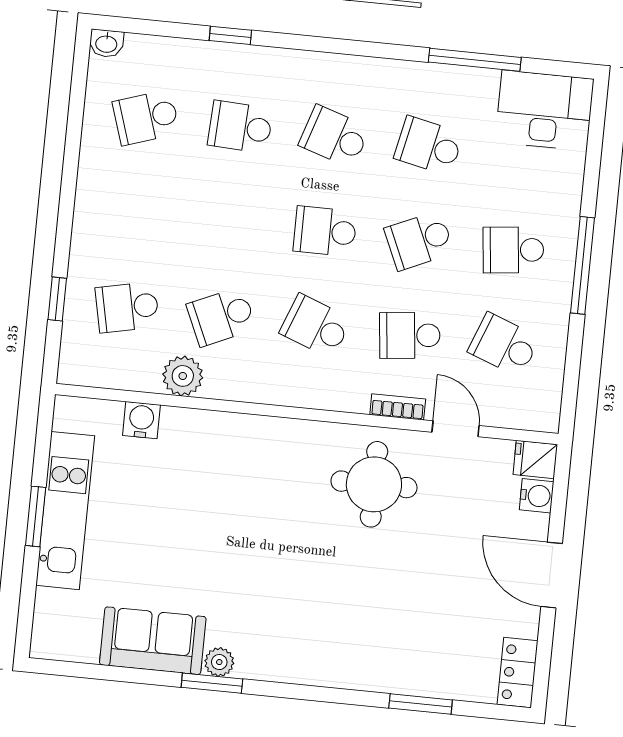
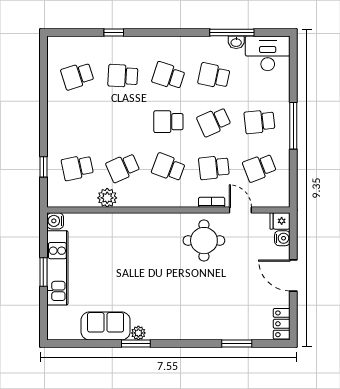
washbasin: (106, 43) -> (236, 42), moved
school desk: (504, 345) -> (259, 168), turned -42
water cooler: (141, 420) -> (55, 221), moved, turned -90

